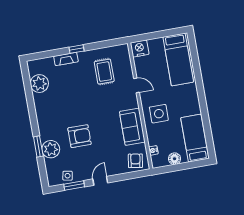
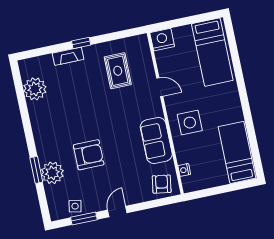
floor lamp: (175, 159) -> (212, 180), removed

